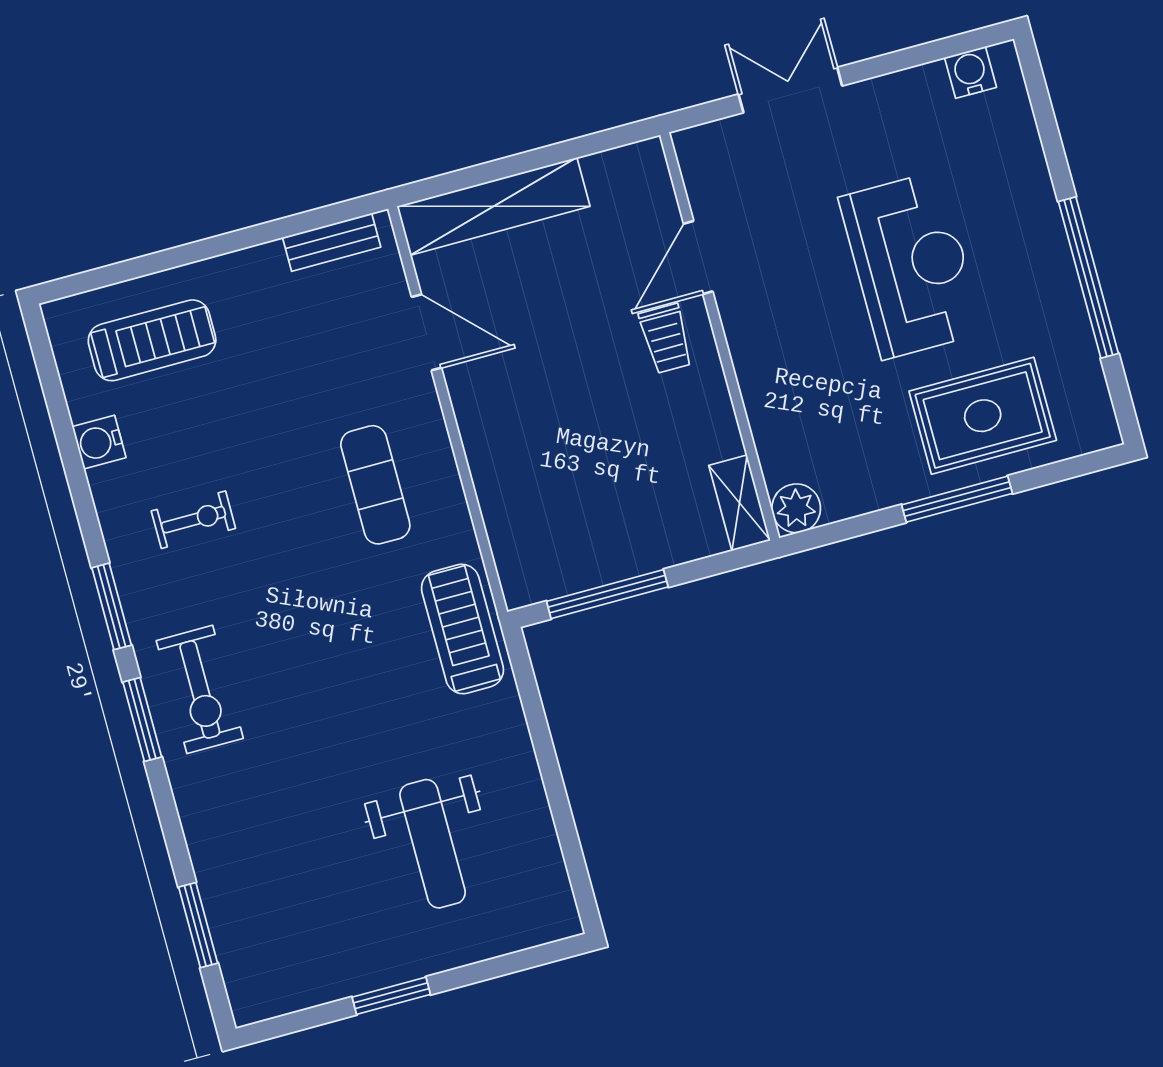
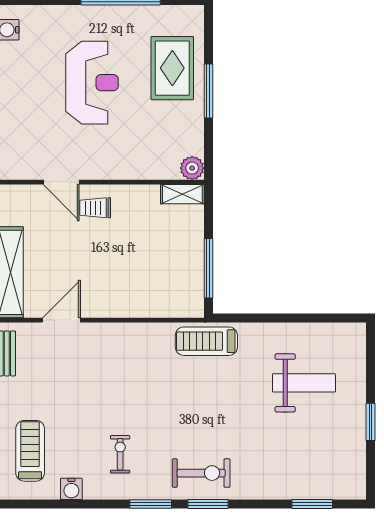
reception desk: (911, 265) -> (92, 83), turned 90
trolley: (666, 338) -> (95, 208), turned 180
exercise mat: (375, 485) -> (127, 364), removed

